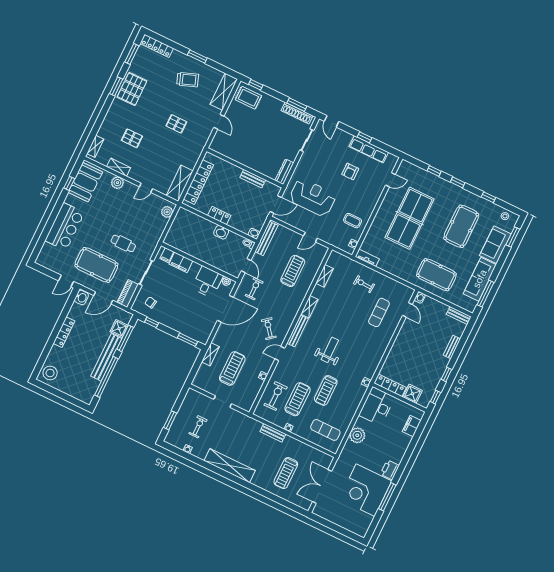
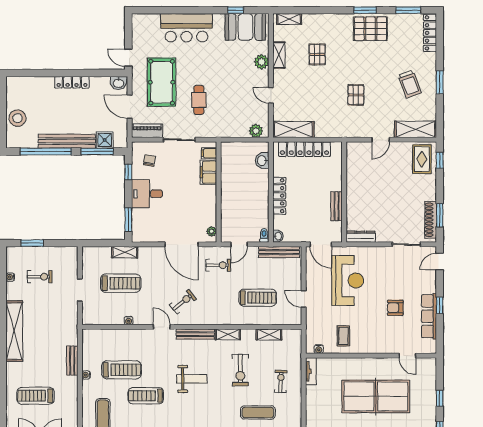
locker: (219, 215) -> (279, 196), width x1.53
washbasin: (221, 232) -> (262, 161), moved
desk: (207, 282) -> (147, 194), moved, turned 180
stool: (50, 373) -> (17, 118), moved
exercise bike: (276, 396) -> (240, 370), moved, turned 90

